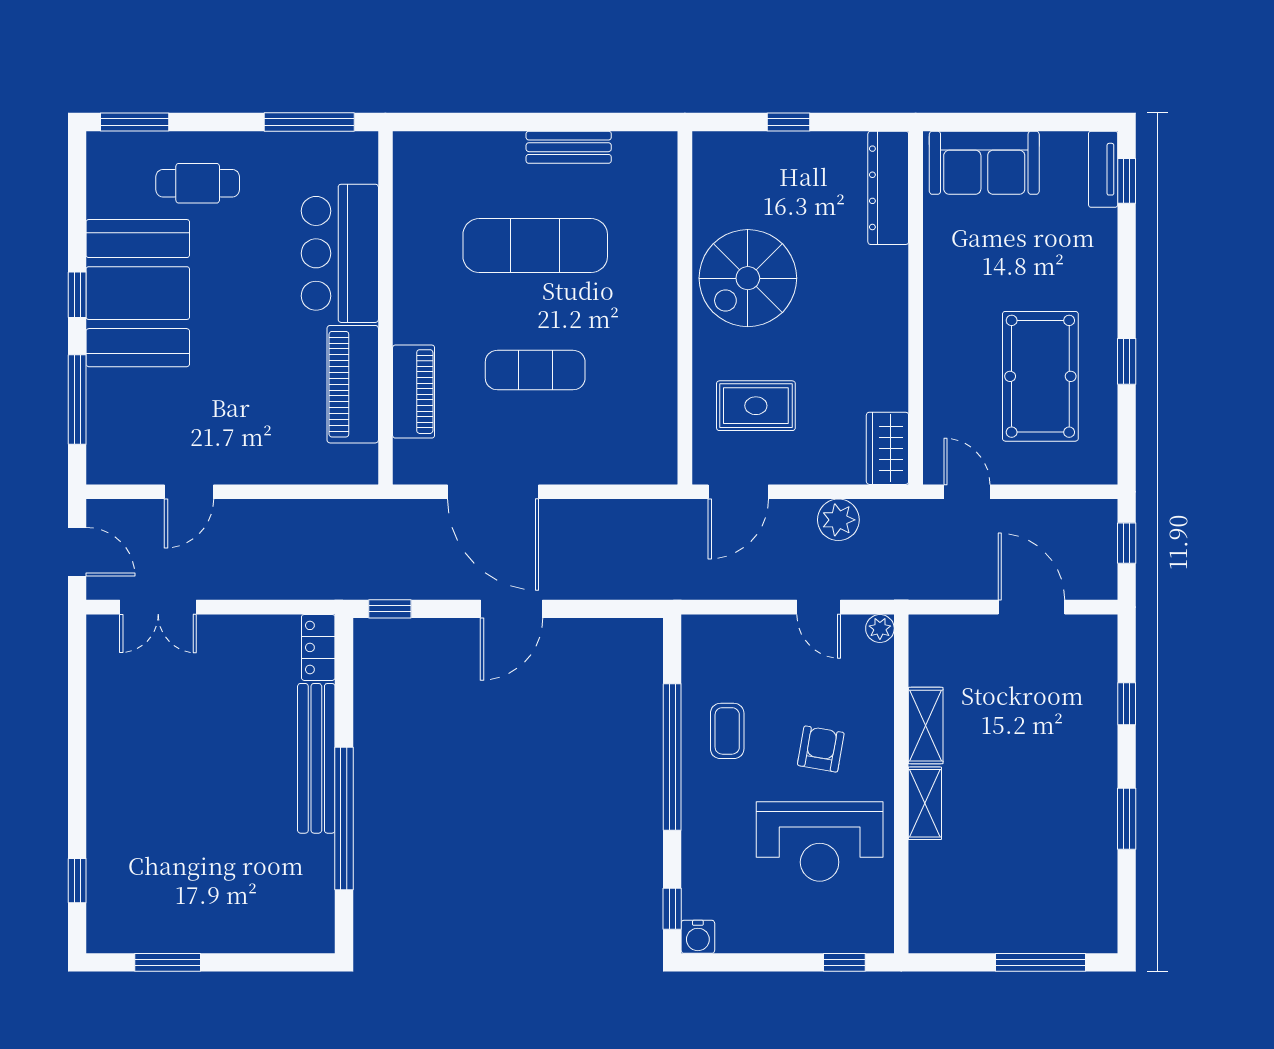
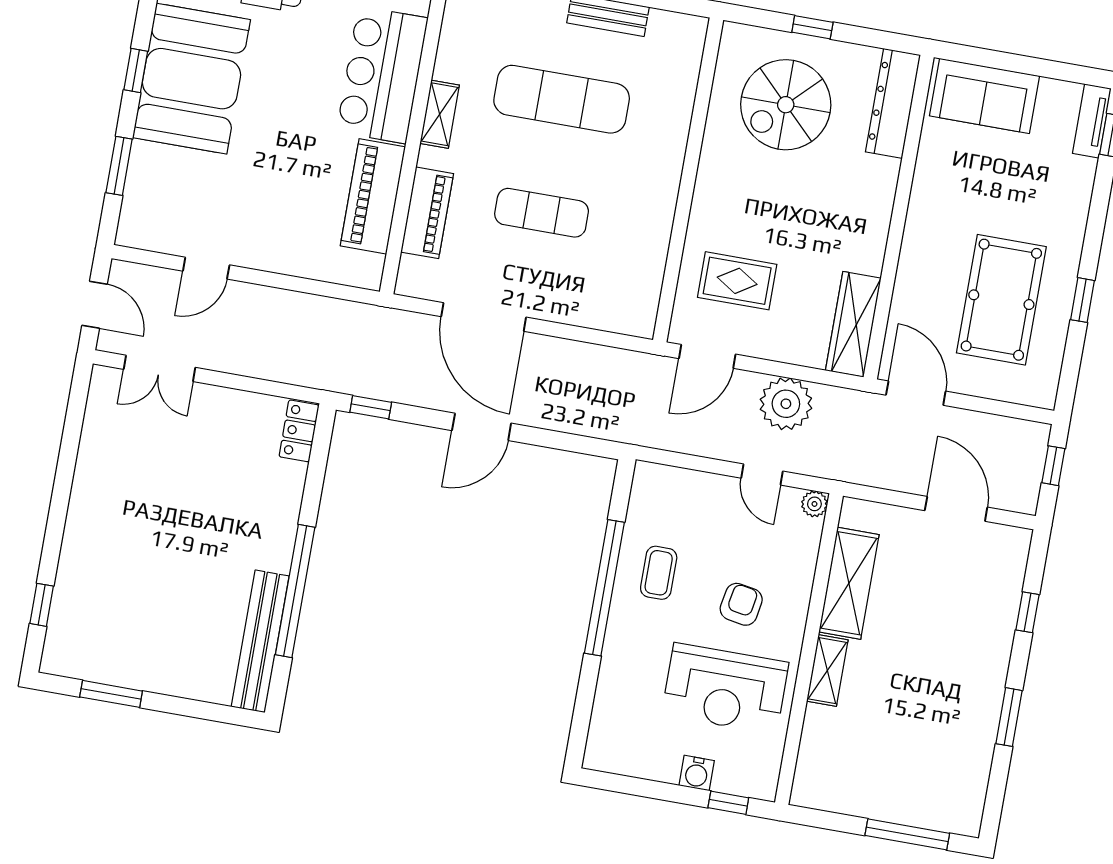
spiral stairs: (748, 278) -> (786, 105), moved
shelving: (408, 284) -> (440, 114), added
window: (77, 399) -> (119, 166), width x0.69
wardrobe: (887, 448) -> (853, 324), width x1.50
door: (967, 492) -> (916, 393), width x1.38
plant: (838, 520) -> (786, 404), width x1.36, depth x1.36
shelving: (926, 726) -> (849, 583), width x1.50, depth x1.33
bench: (316, 758) -> (260, 641), moved
window: (672, 909) -> (580, 726), removed
water cooler: (698, 937) -> (697, 773), moved

